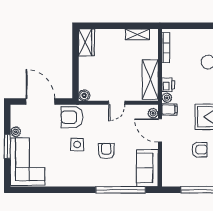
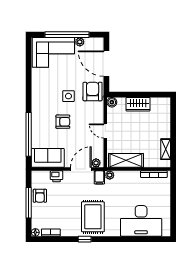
wardrobe: (86, 42) -> (138, 104), moved
printer: (168, 85) -> (57, 176), moved
door: (40, 101) -> (106, 64), swing flipped
window: (7, 146) -> (67, 35), width x2.11
armchair: (199, 150) -> (40, 196), moved

